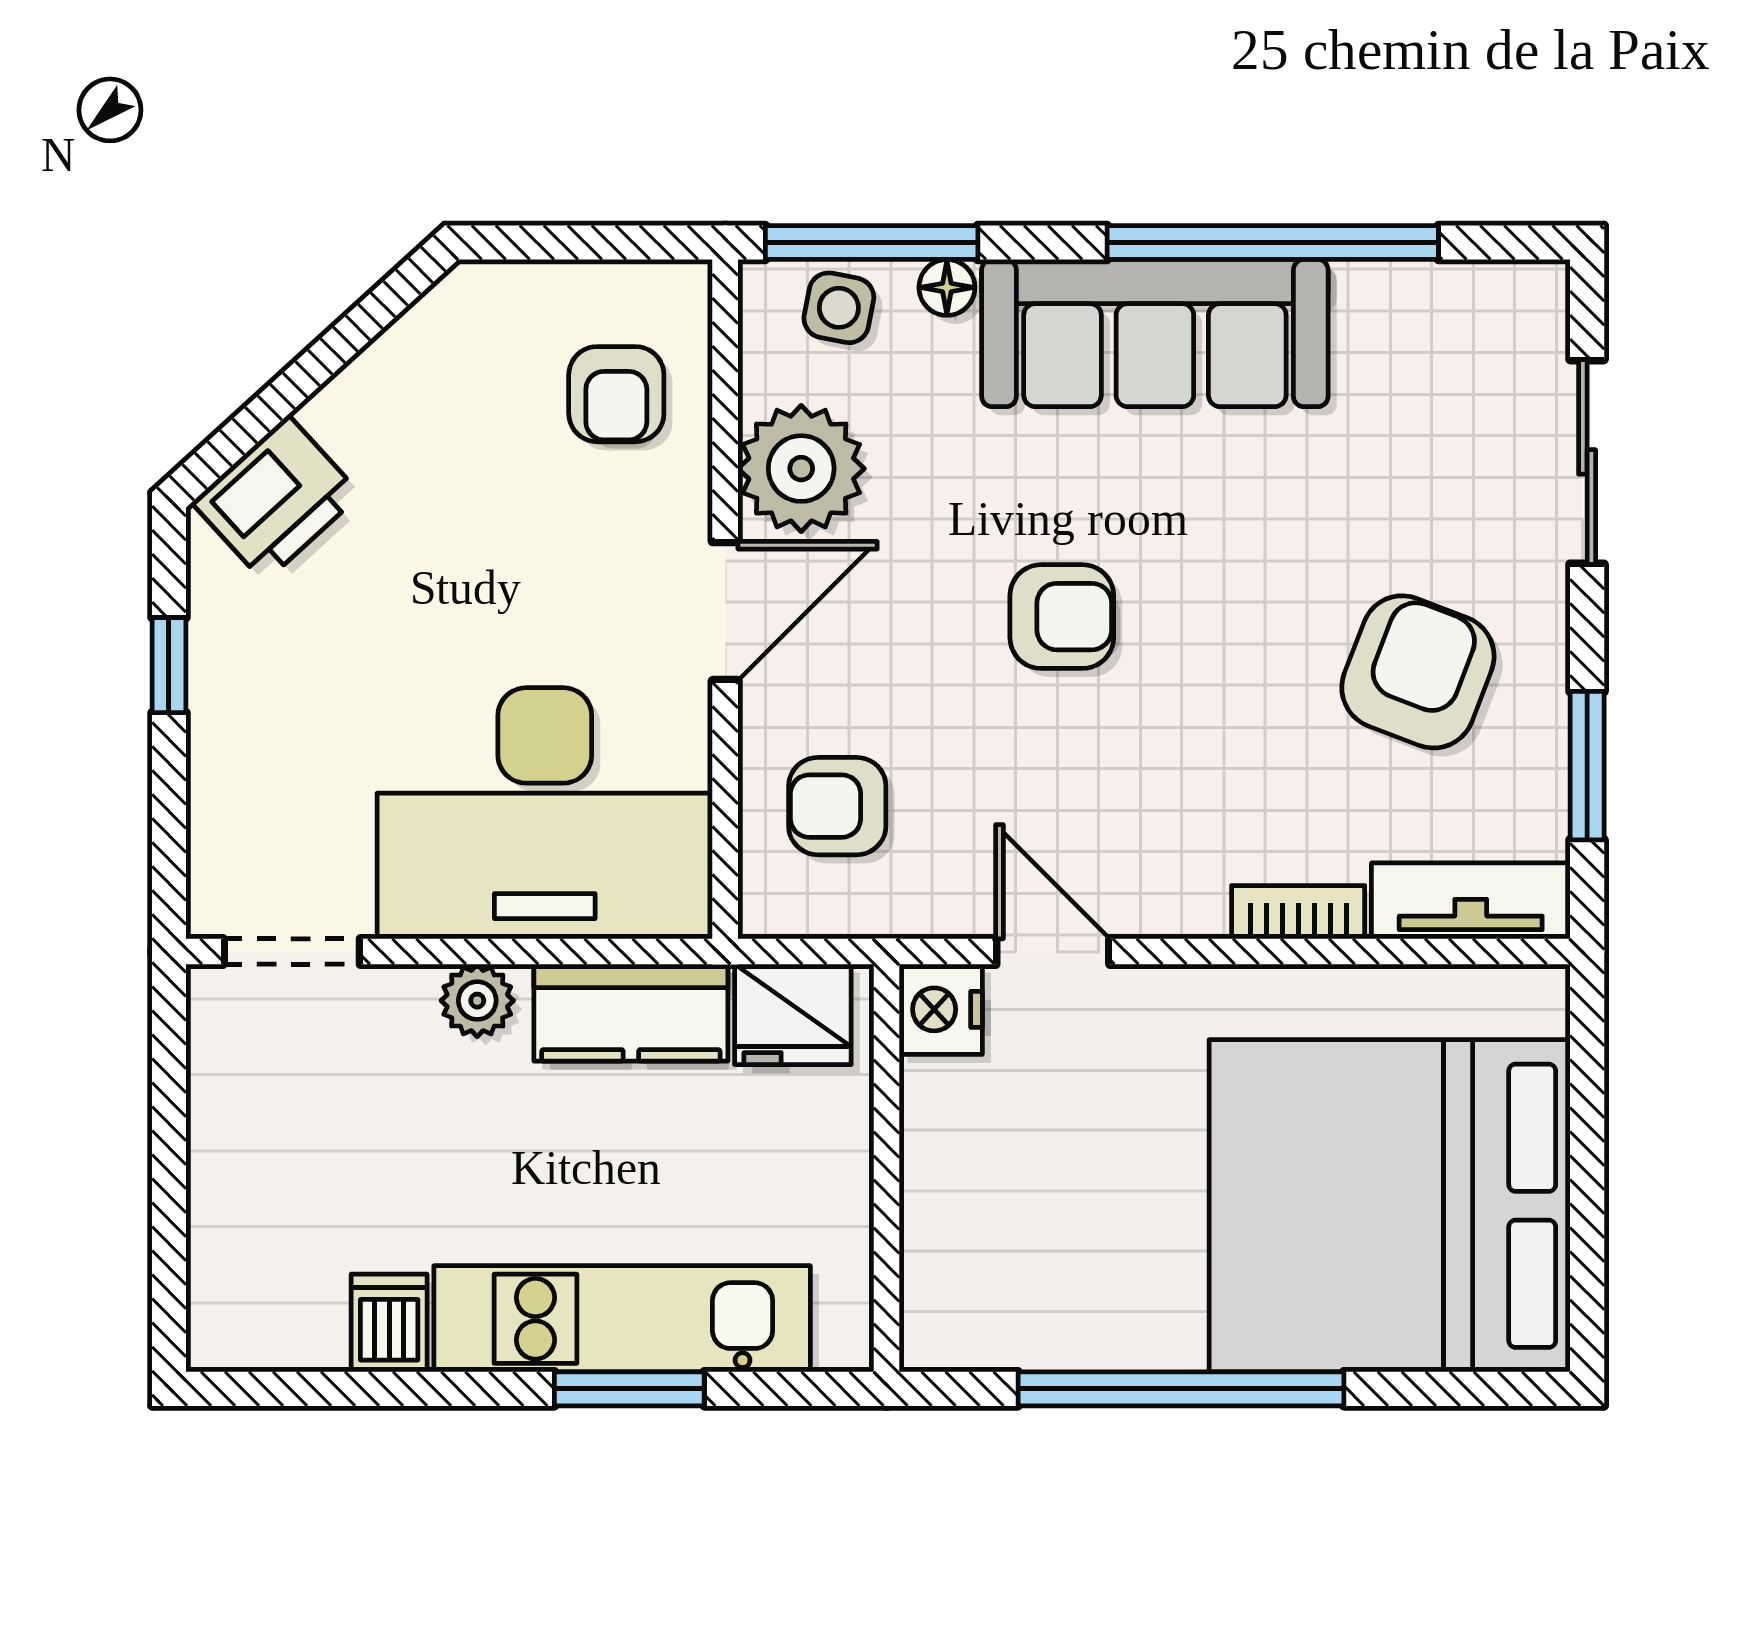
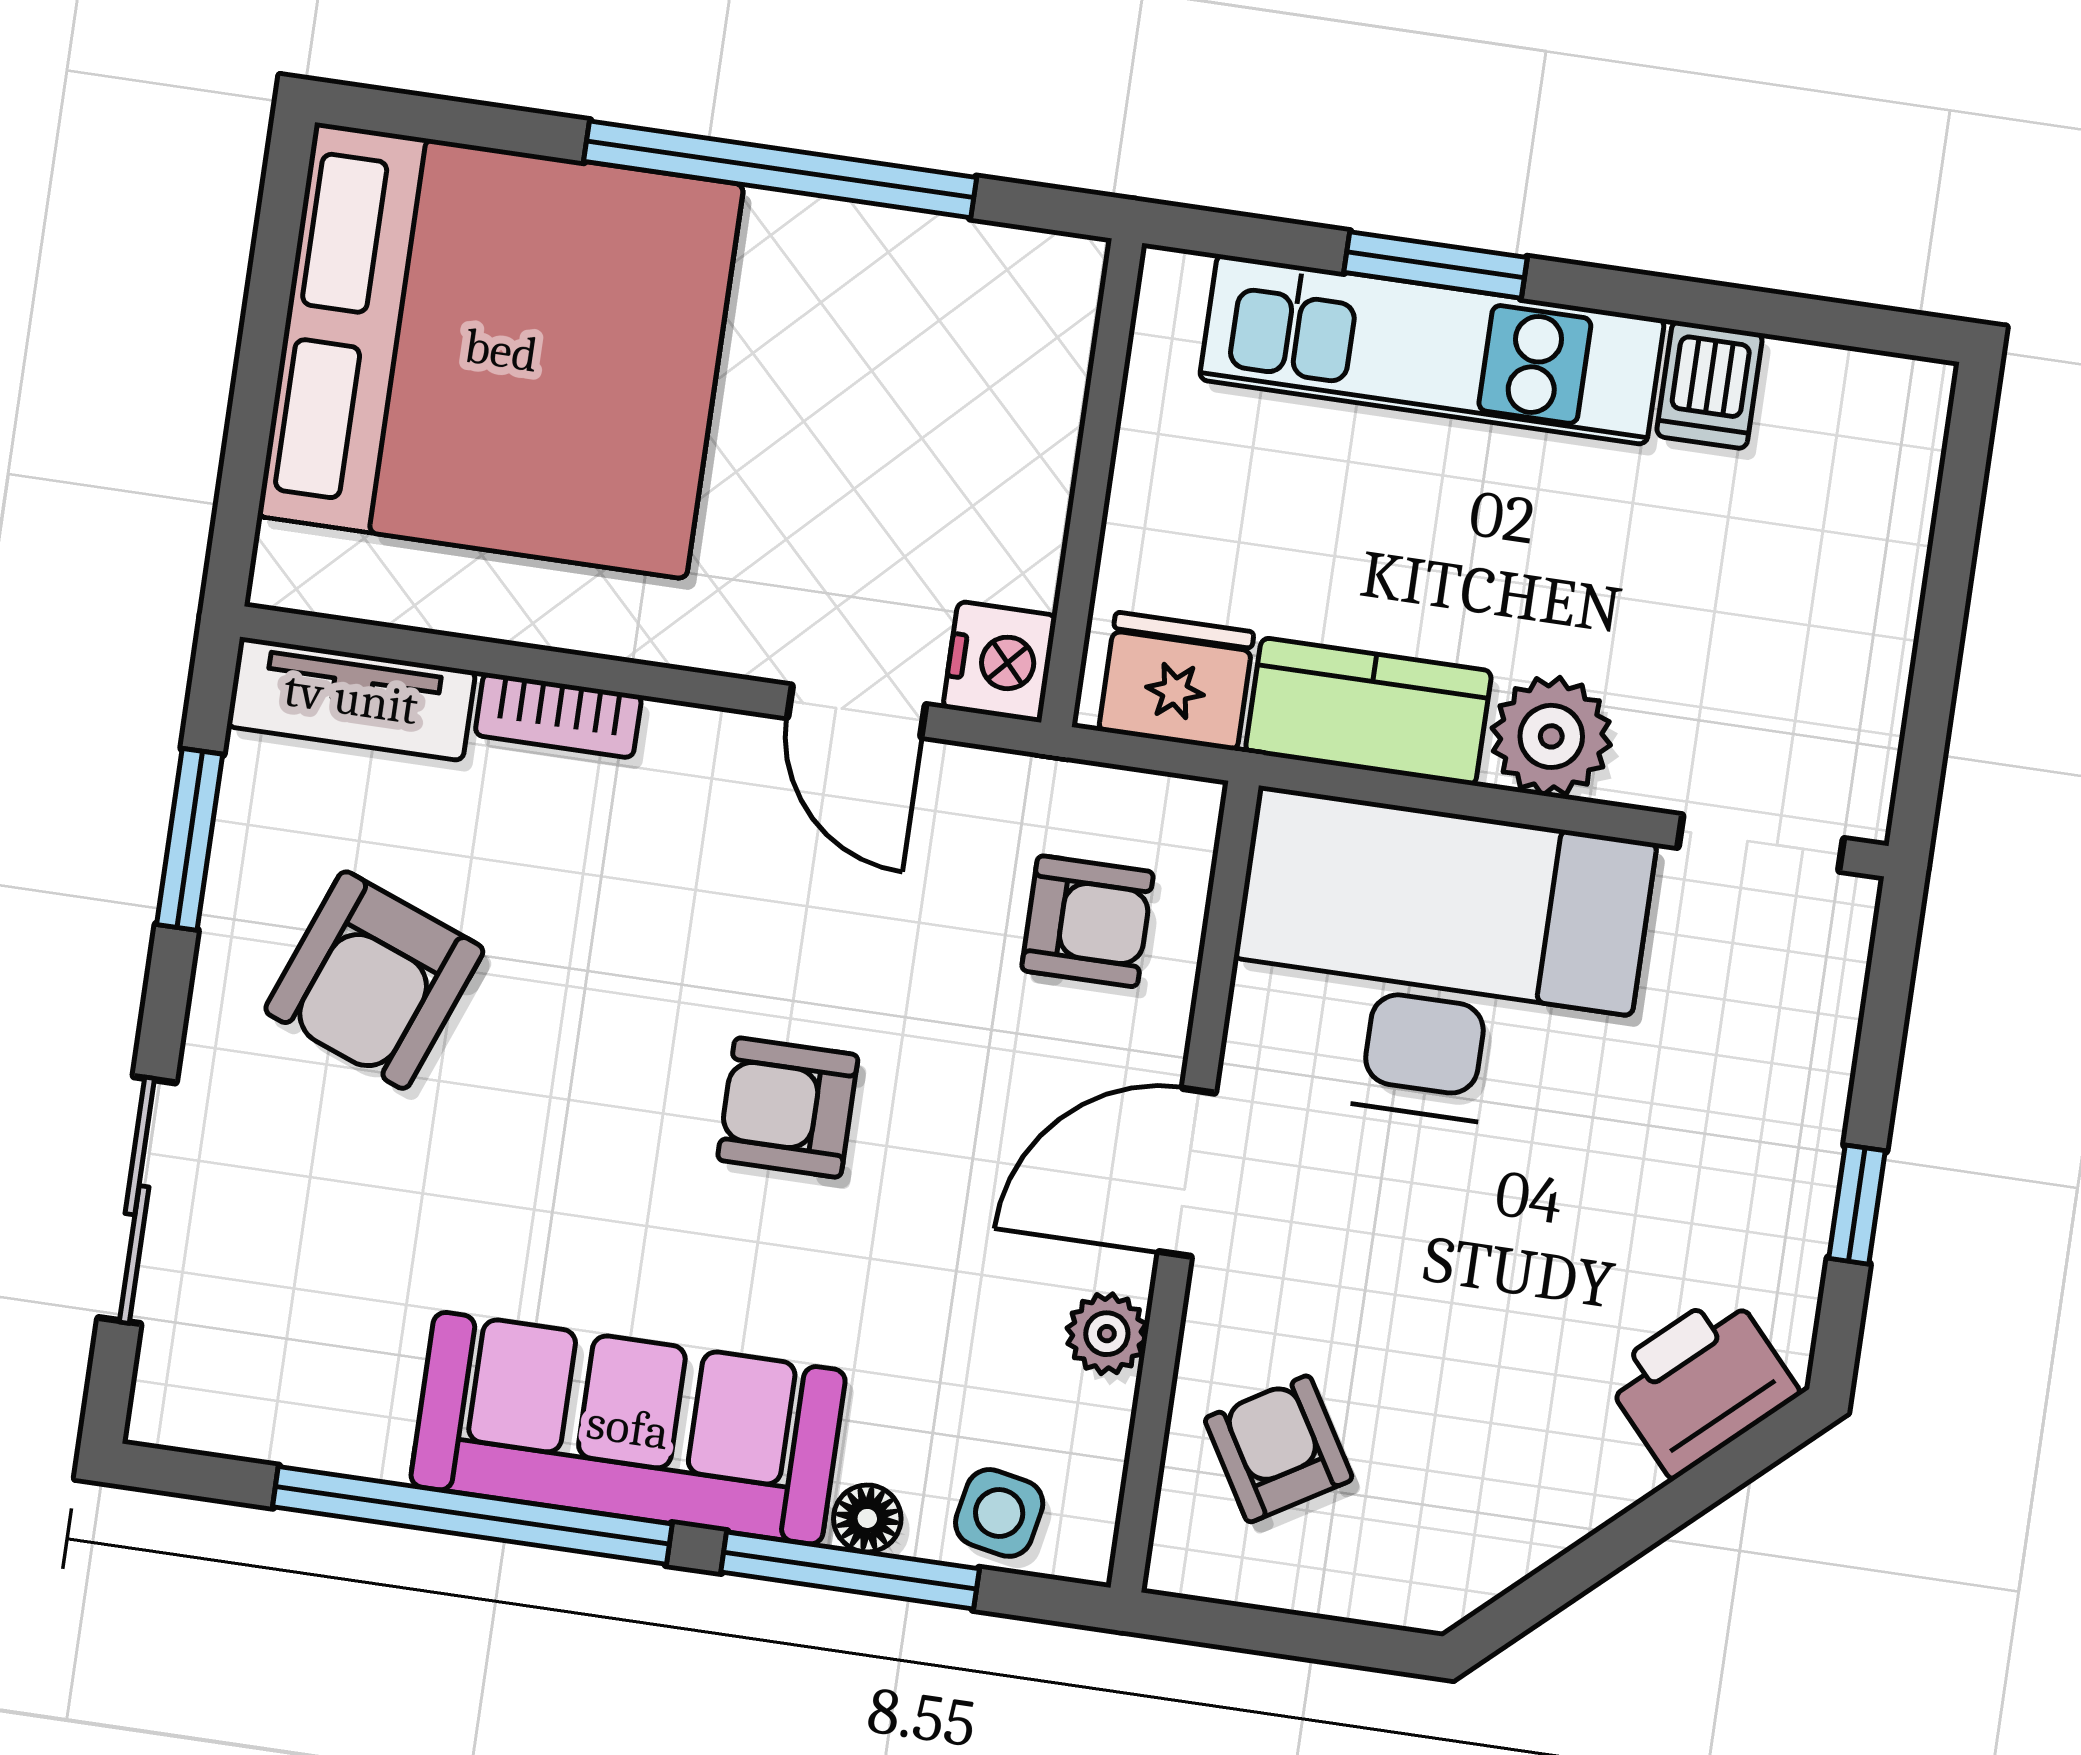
window: (872, 242) -> (850, 1570), moved
armchair: (616, 394) -> (1279, 1449), turned -31
plant: (801, 469) -> (1107, 1334), width x0.53, depth x0.53
plant: (477, 1001) -> (1551, 736), width x1.38, depth x1.38

